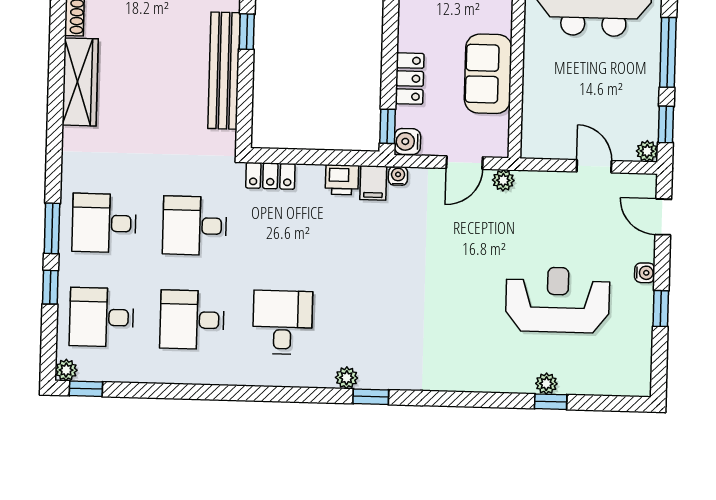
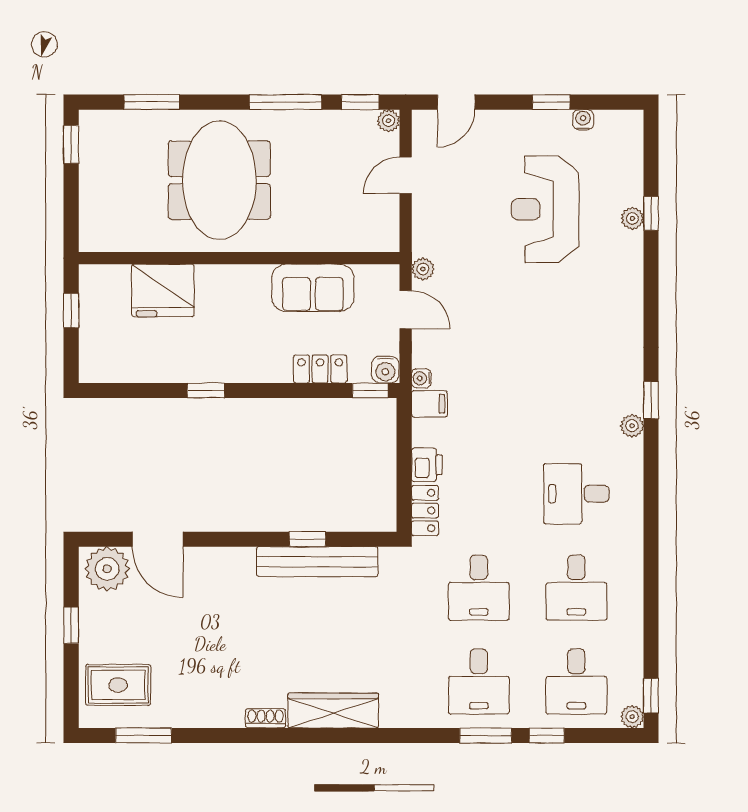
window: (247, 32) -> (307, 539), moved
printer: (342, 180) -> (427, 465), moved
water cooler: (645, 273) -> (583, 120), moved

